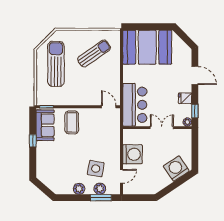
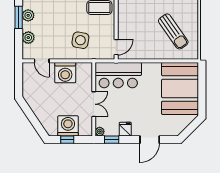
window: (195, 152) -> (67, 140), added
side table: (96, 169) -> (80, 40), moved
washing machine: (176, 169) -> (68, 126), moved, turned -56
window: (101, 198) -> (19, 17), moved

